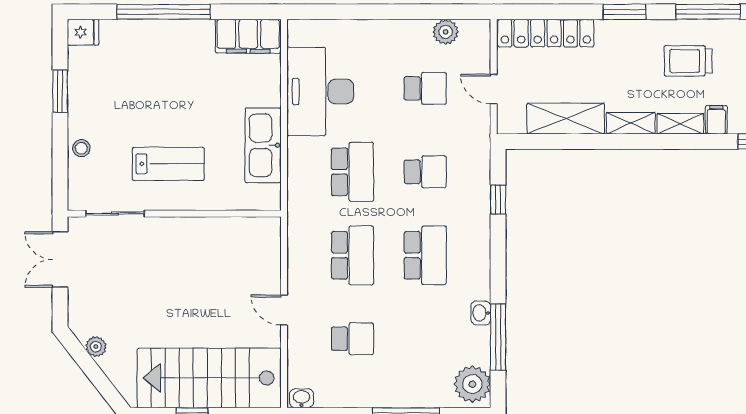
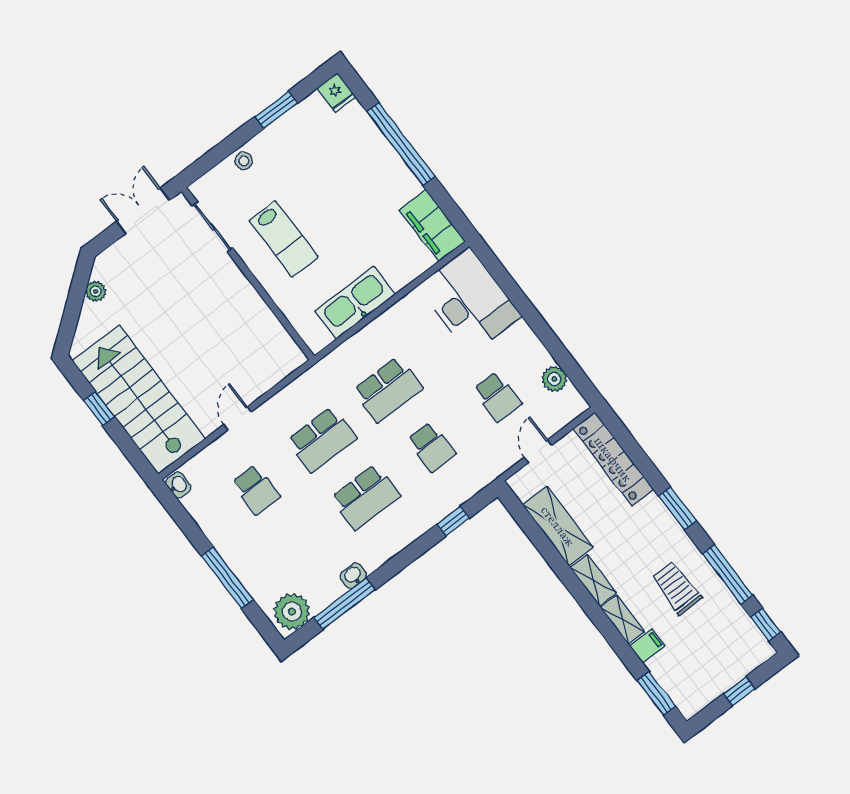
desk: (320, 91) -> (469, 301), moved, turned 90

